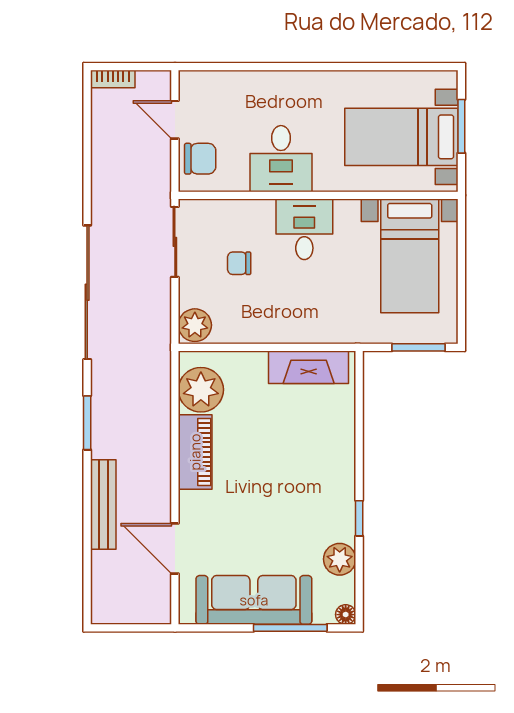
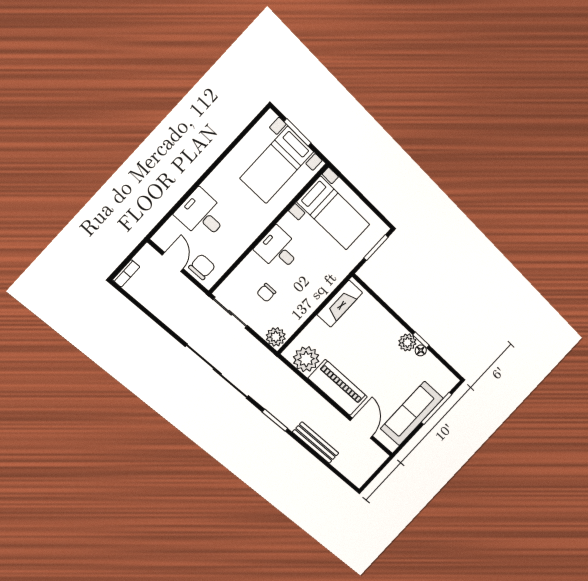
door: (175, 120) -> (173, 262), swing flipped
desk: (281, 159) -> (202, 215), moved, turned 180
piano: (195, 452) -> (338, 388), width x1.37, depth x1.33
door: (175, 549) -> (361, 428), swing flipped
plant: (340, 559) -> (407, 342), moved
floor lamp: (346, 615) -> (421, 350), moved

